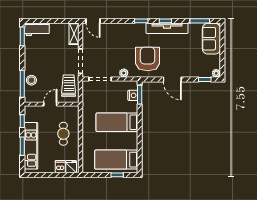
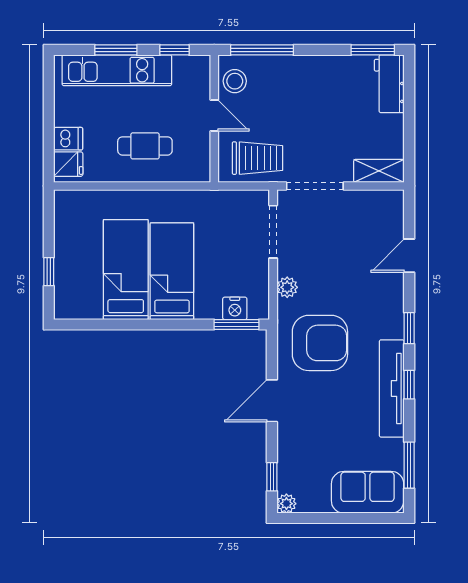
door: (93, 21) -> (409, 256), moved
stool: (31, 80) -> (235, 81), moved
bed: (116, 160) -> (126, 270), moved

